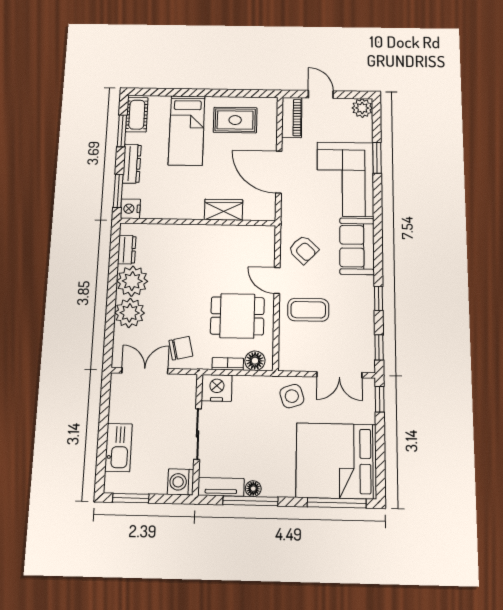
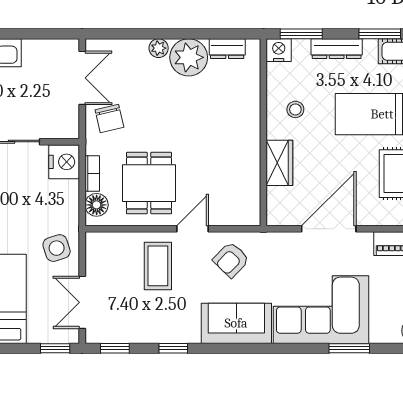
stool: (180, 196) -> (295, 109), added
plant: (130, 313) -> (159, 48), width x0.53, depth x0.53

